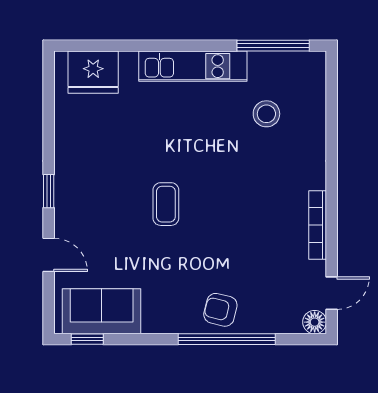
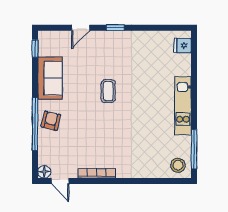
fridge: (93, 72) -> (183, 45), width x0.53, depth x0.75
stool: (266, 114) -> (178, 165), moved
coffee table: (166, 204) -> (108, 91), turned 90
sofa: (102, 311) -> (50, 78), moved

